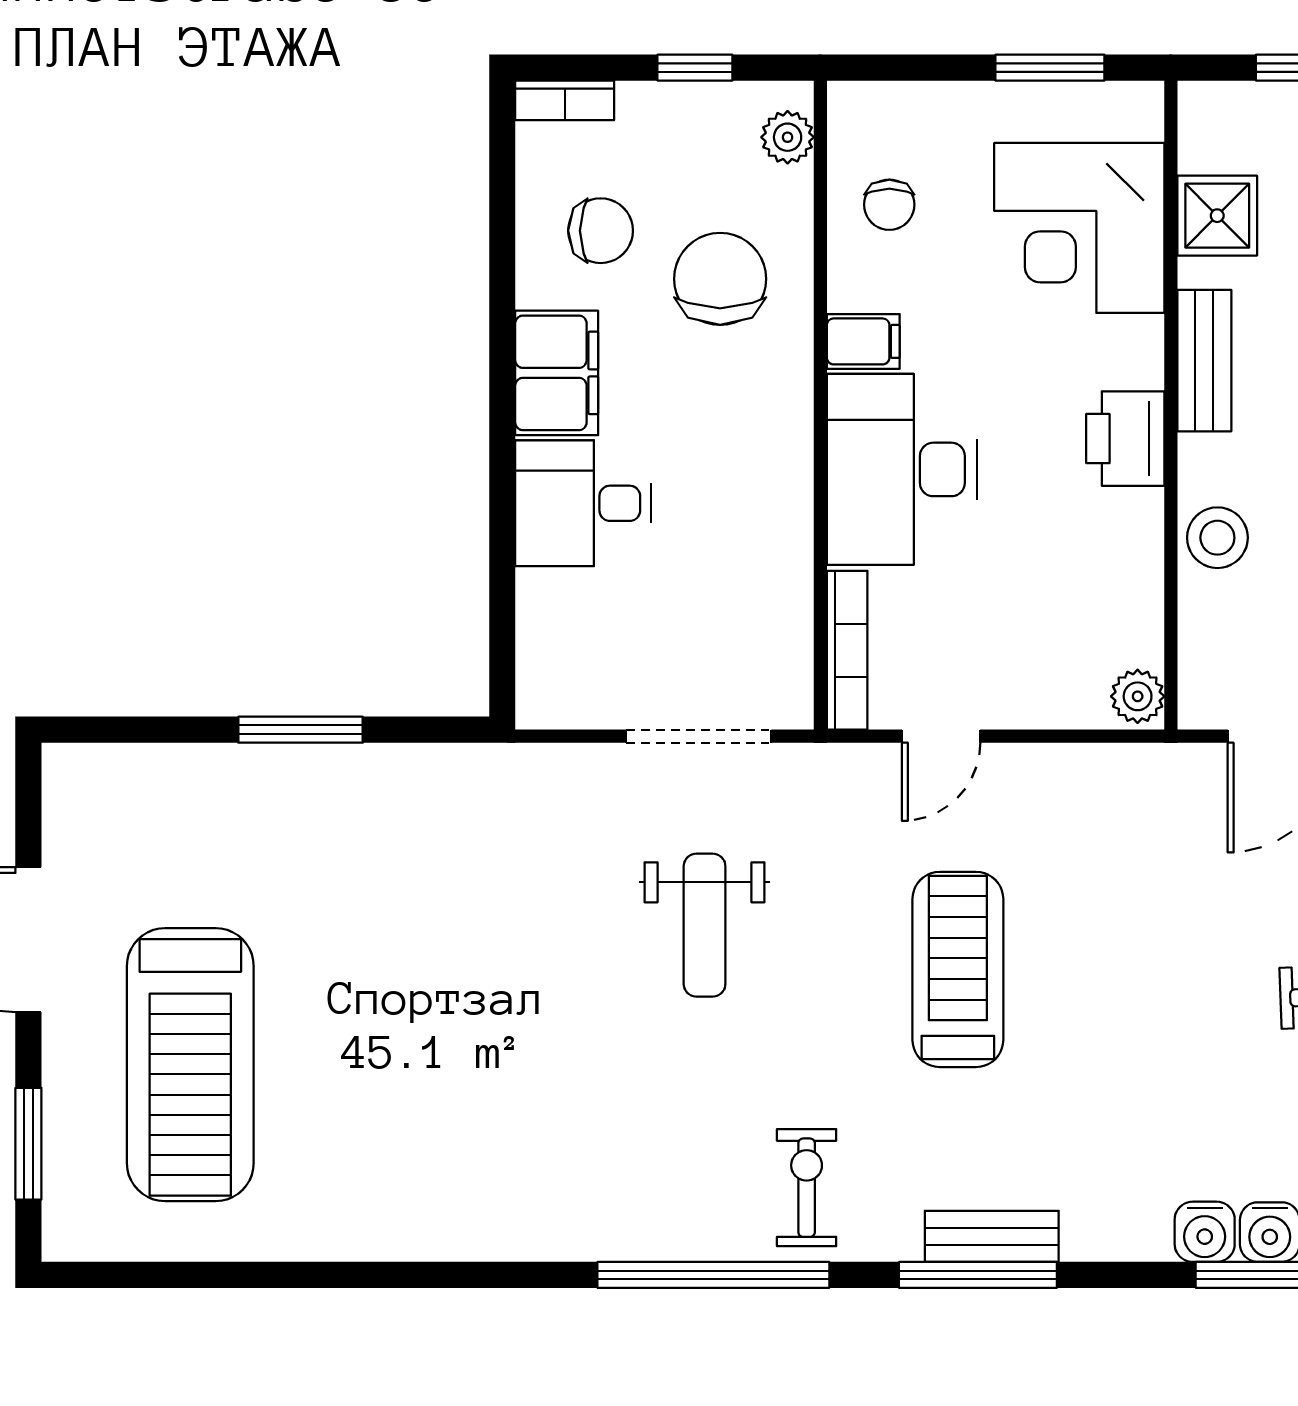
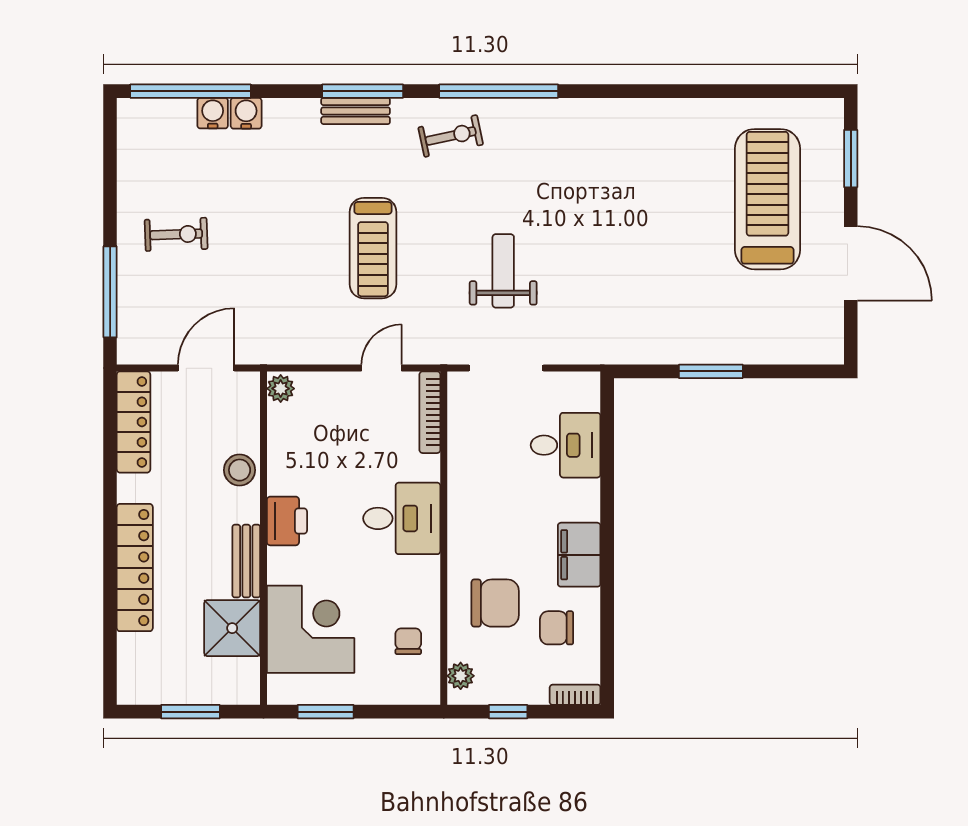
shower: (1217, 216) -> (232, 628), width x1.36, depth x1.36
chair: (720, 279) -> (495, 603), turned -90
filing cabinet: (863, 341) -> (422, 571), removed
desk: (902, 469) -> (402, 518), width x0.73
desk: (583, 503) -> (566, 445), moved
exercise bike: (807, 1188) -> (451, 136), turned -102

